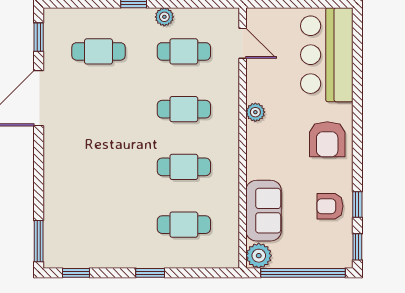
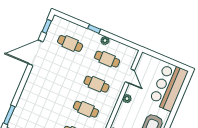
door: (243, 43) -> (130, 76), moved

